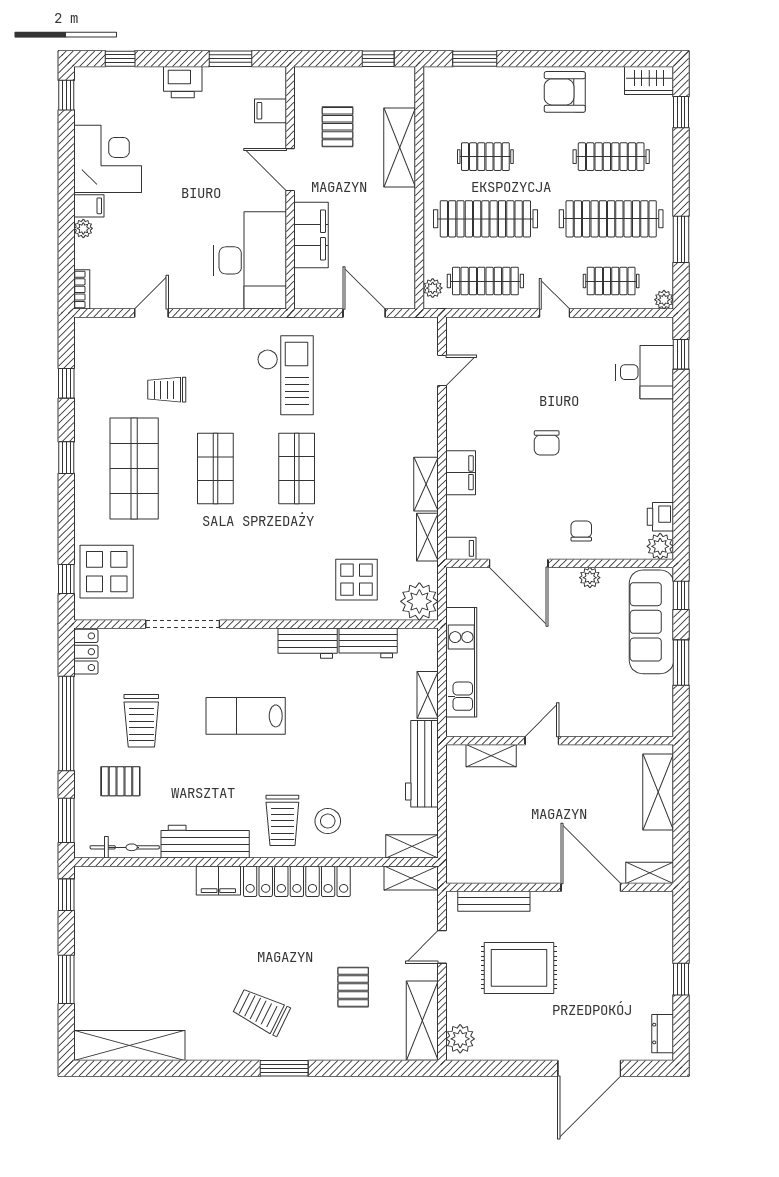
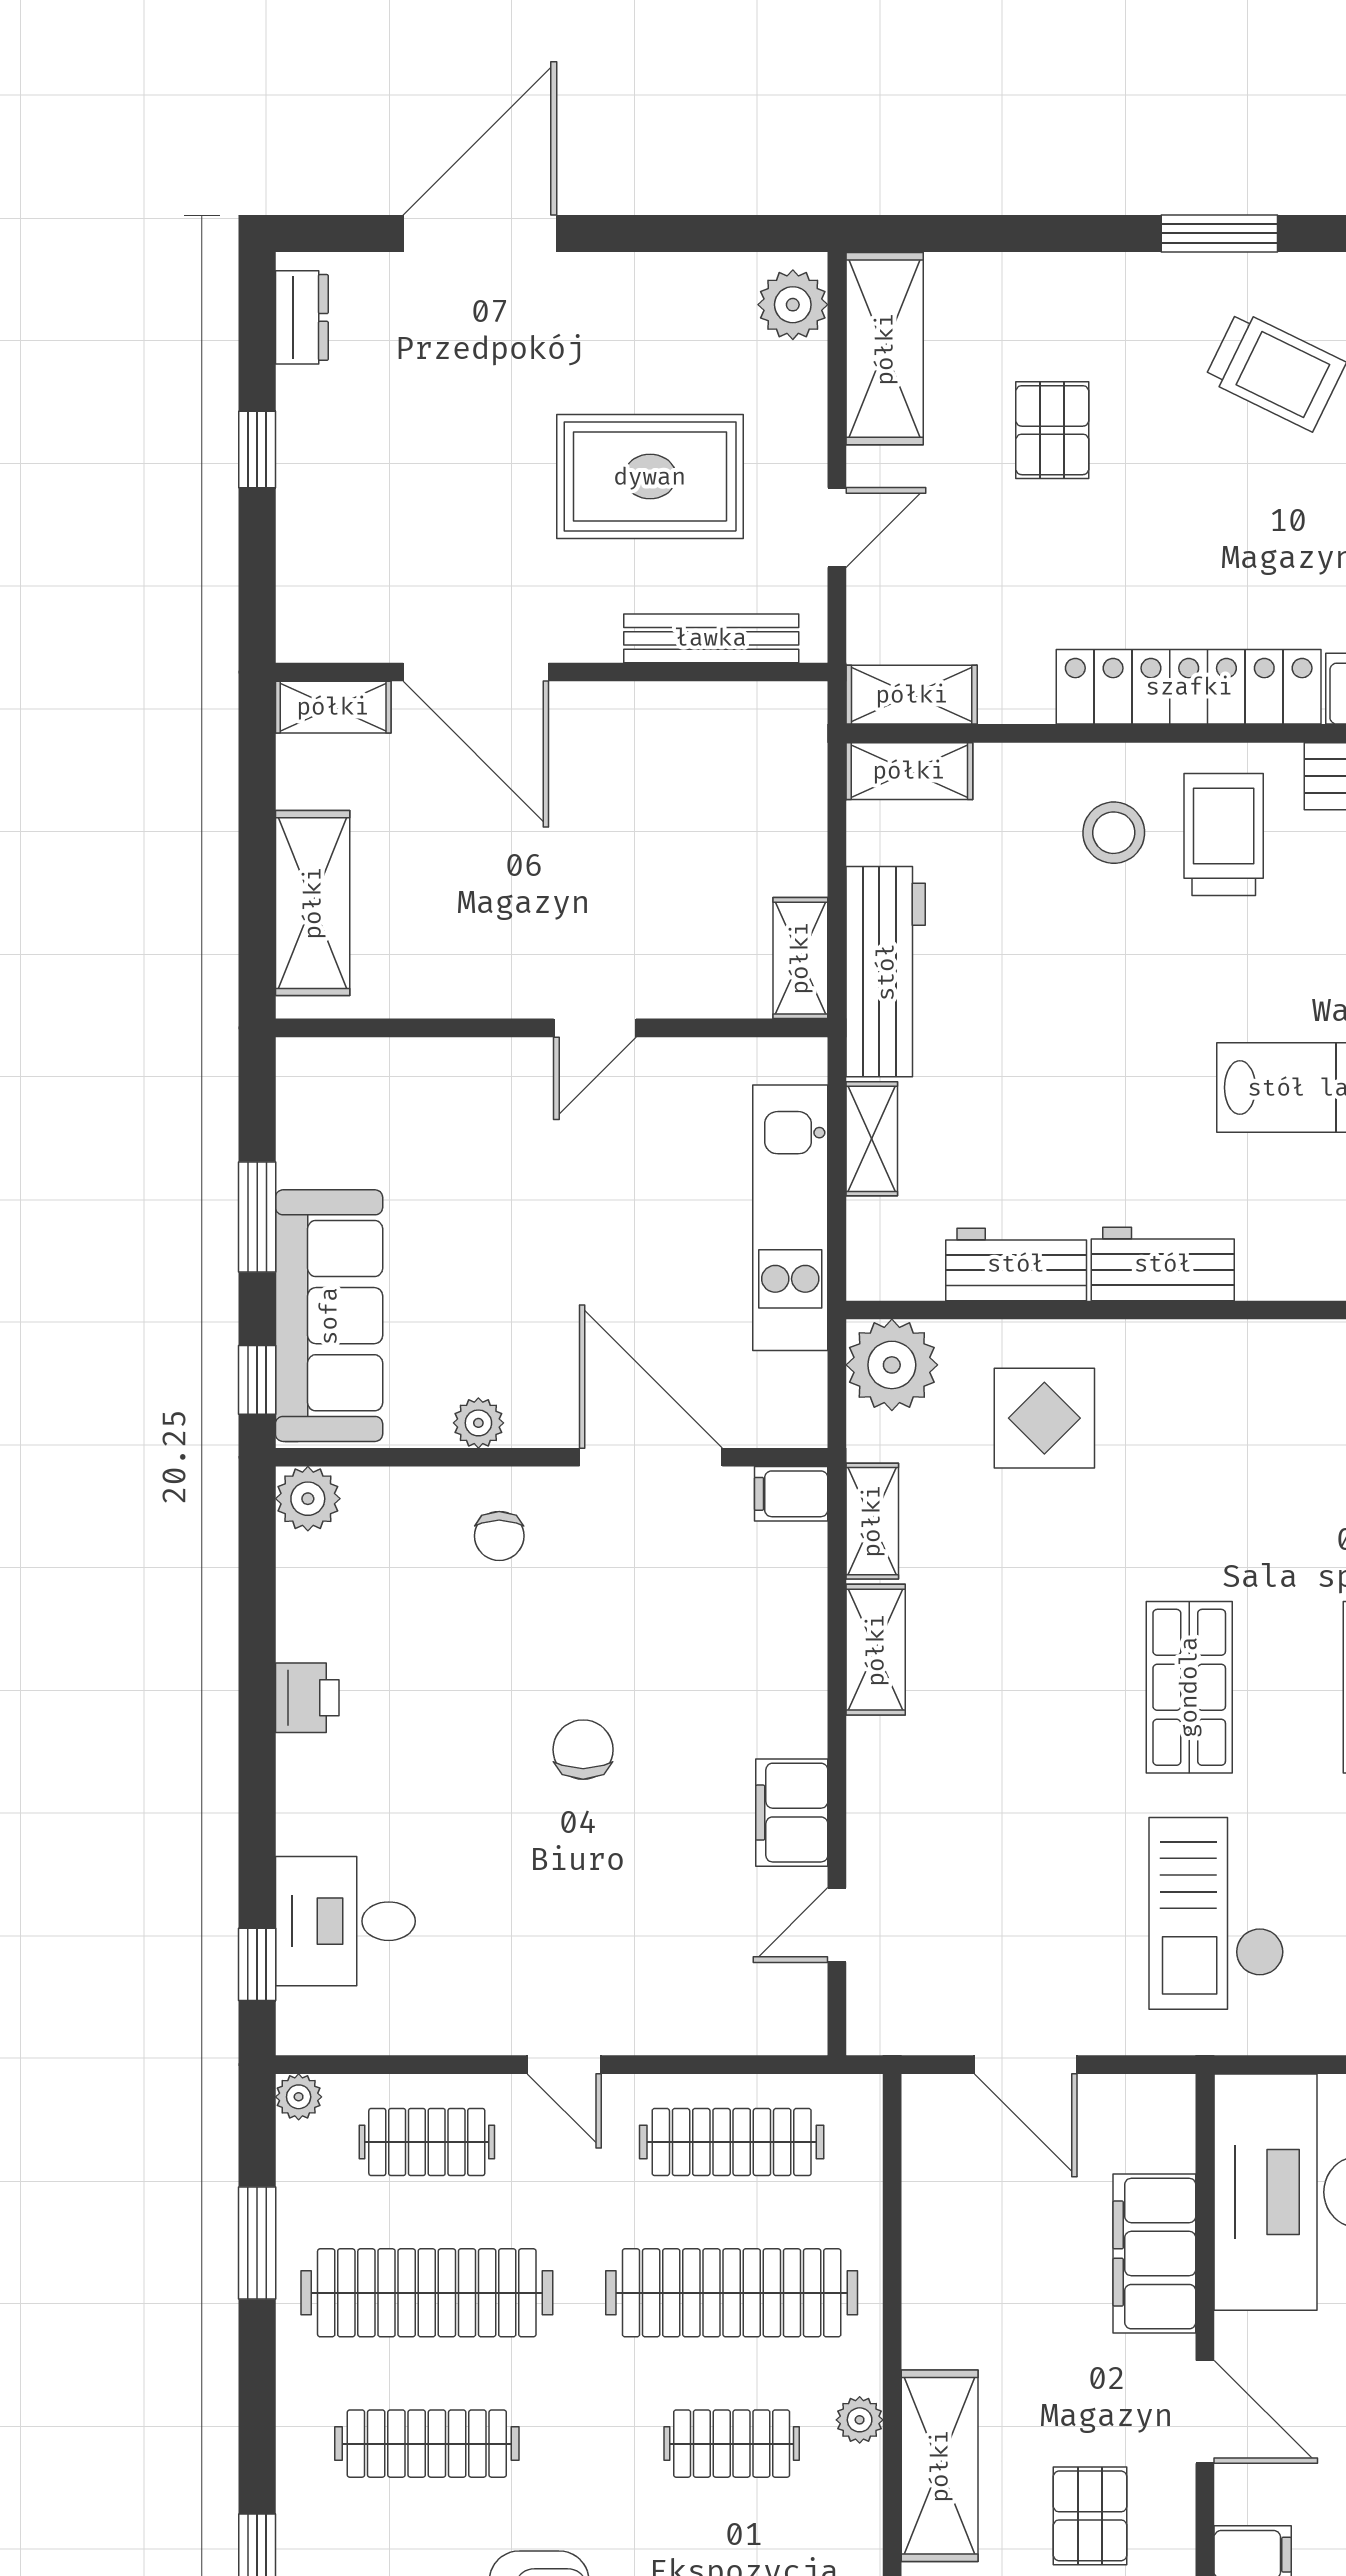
plant: (433, 288) -> (860, 2420), moved
filing cabinet: (461, 473) -> (792, 1813), moved
printer: (660, 517) -> (307, 1698), moved
shelving: (491, 756) -> (800, 958), moved, turned 90

